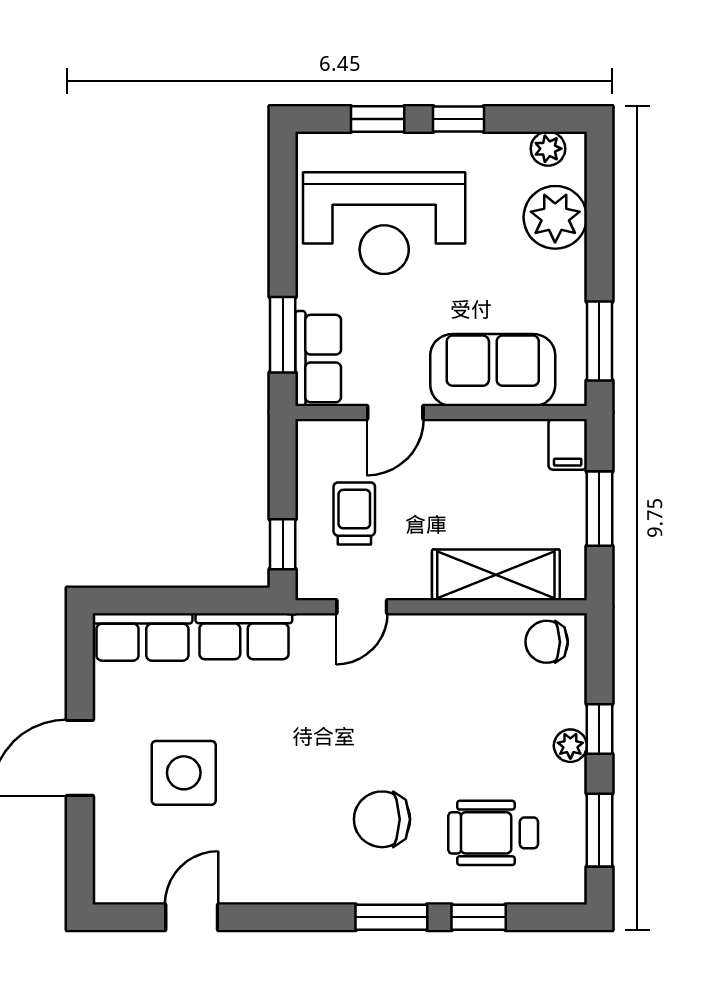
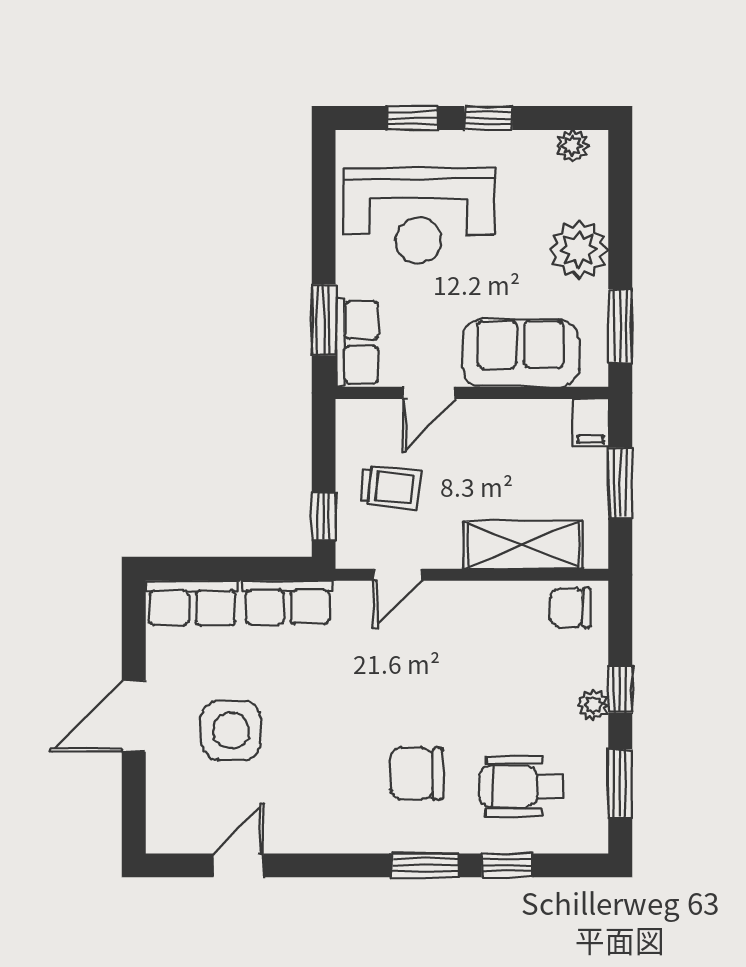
plant: (555, 217) -> (579, 250), moved
trolley: (354, 513) -> (391, 487), turned 96

